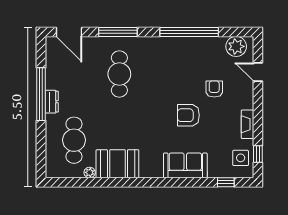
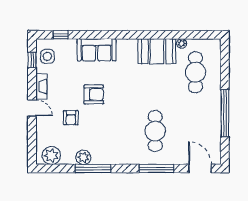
window: (189, 32) -> (93, 168), width x0.68
plant: (200, 44) -> (83, 157), added
door: (258, 72) -> (32, 108), moved
dresser: (52, 102) -> (215, 106), removed

